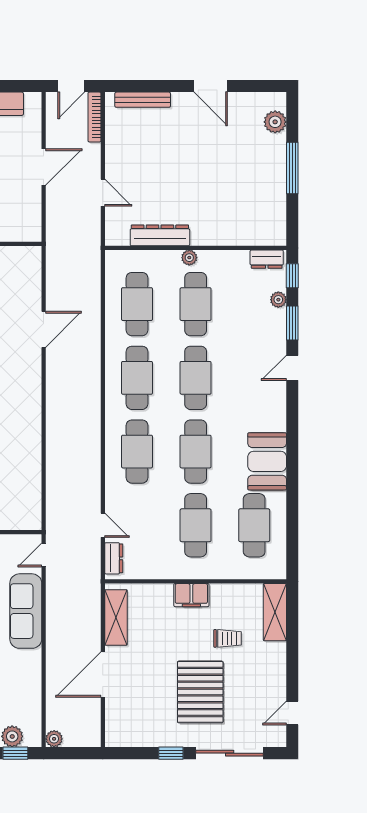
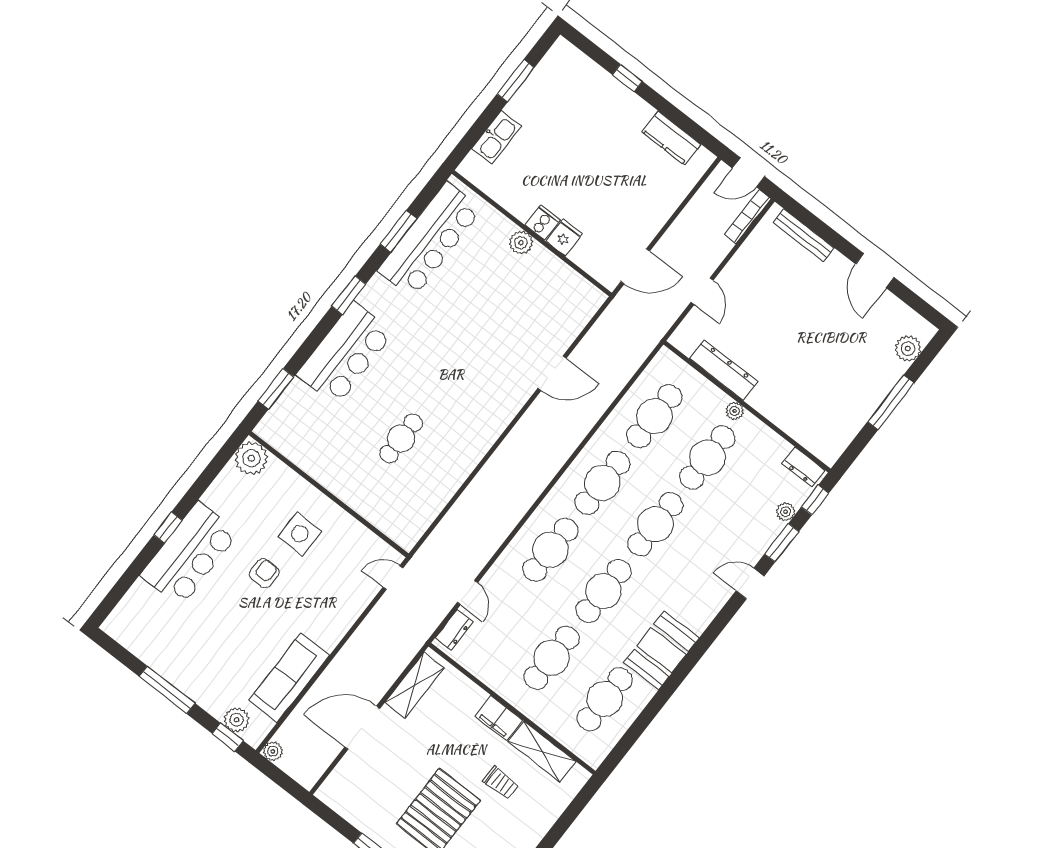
door: (44, 167) -> (635, 266), moved
sofa: (26, 611) -> (289, 678), moved
shelving: (275, 612) -> (542, 752), moved, turned 90

